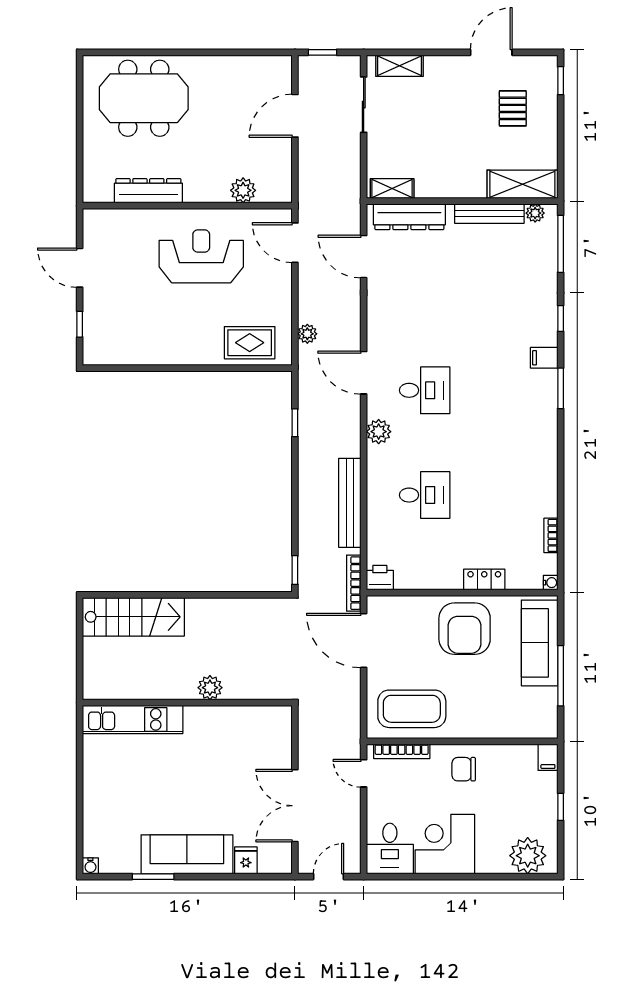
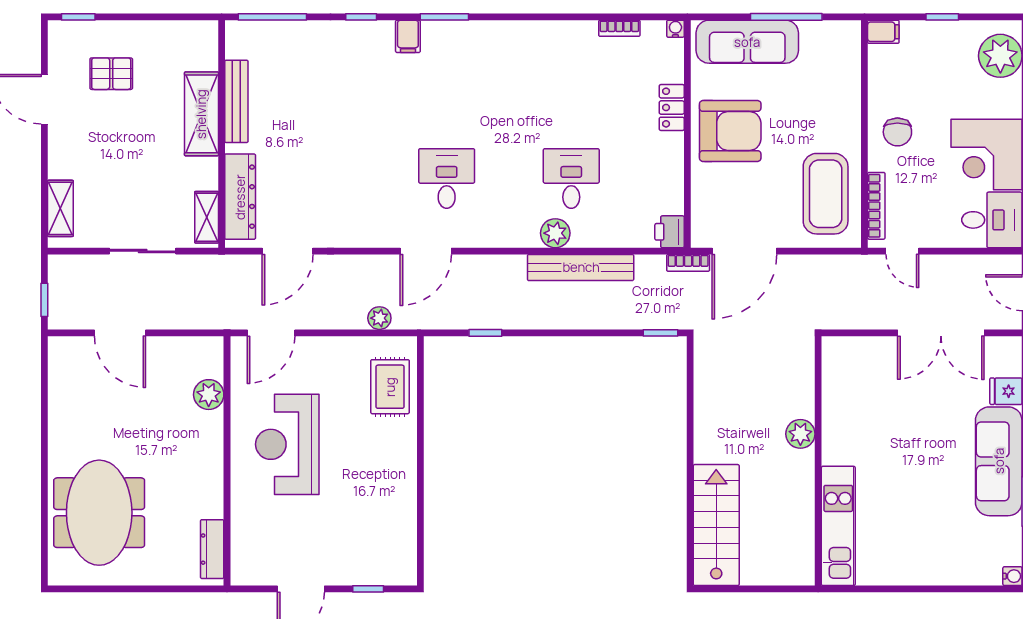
sliding door: (364, 105) -> (143, 251), moved
shelving: (522, 184) -> (201, 114), moved
dresser: (148, 191) -> (212, 549), moved, width x0.73, depth x0.80
plant: (535, 213) -> (236, 47), removed
plant: (379, 432) -> (555, 233), moved
bookcase: (354, 583) -> (688, 263), width x0.64
door: (364, 773) -> (902, 251), hinge flipped

